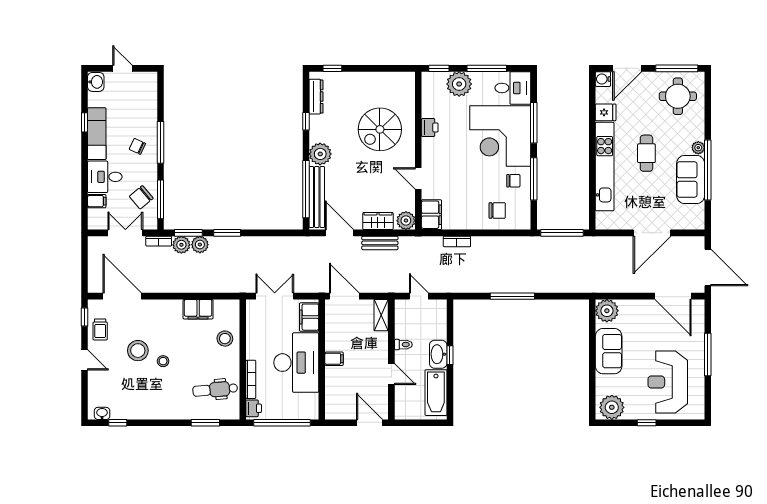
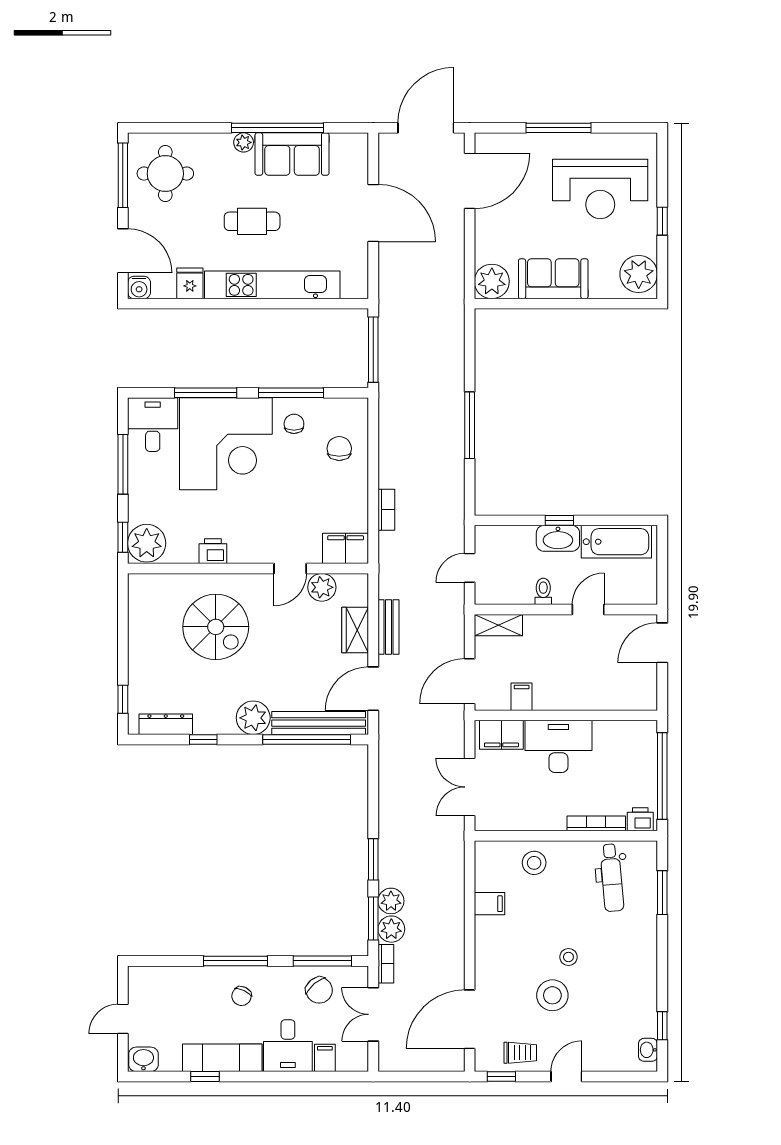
plant: (459, 84) -> (147, 543), moved
plant: (406, 221) -> (322, 587), moved
filing cabinet: (198, 309) -> (489, 904), width x0.50
filing cabinet: (334, 359) -> (522, 697), moved
desk: (296, 363) -> (558, 746), width x0.73, depth x0.77

